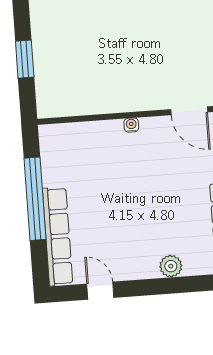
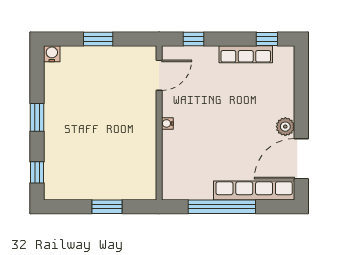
plant: (171, 266) -> (285, 127), moved
door: (100, 291) -> (301, 159), width x1.87

